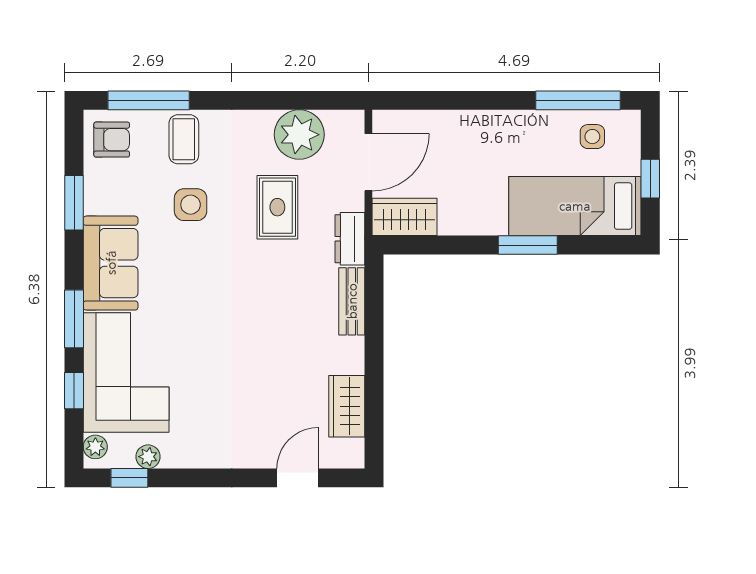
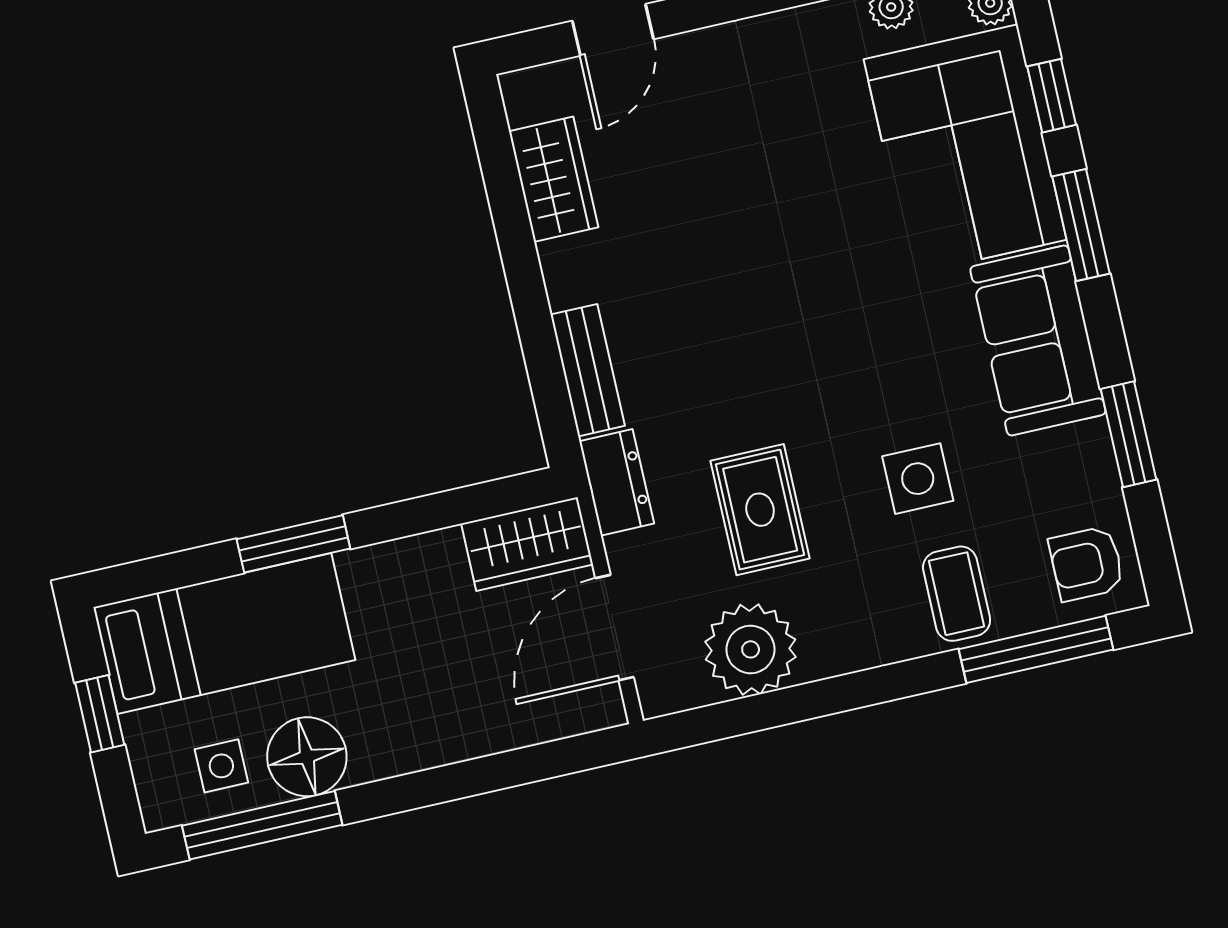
floor lamp: (546, 131) -> (307, 757), added

